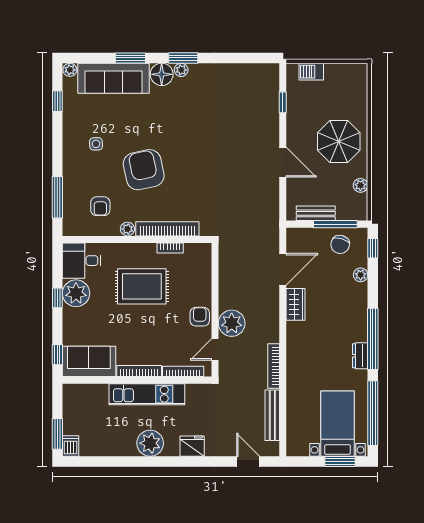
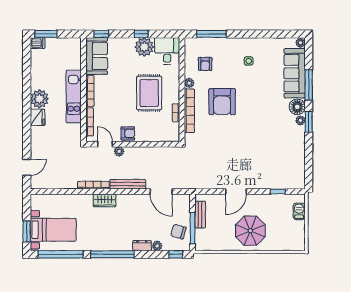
window: (130, 58) -> (309, 85), width x1.44
window: (57, 101) -> (279, 34), removed
armchair: (144, 170) -> (222, 102), moved, turned 102
plant: (360, 185) -> (220, 246), removed
armchair: (100, 206) -> (205, 64), turned -90
wardrobe: (296, 304) -> (105, 200), moved
plant: (232, 323) -> (119, 151), width x0.53, depth x0.53
dresser: (360, 356) -> (142, 246), moved
bench: (272, 415) -> (128, 184), moved
fridge: (192, 446) -> (37, 117), moved

